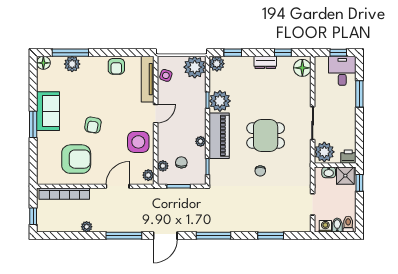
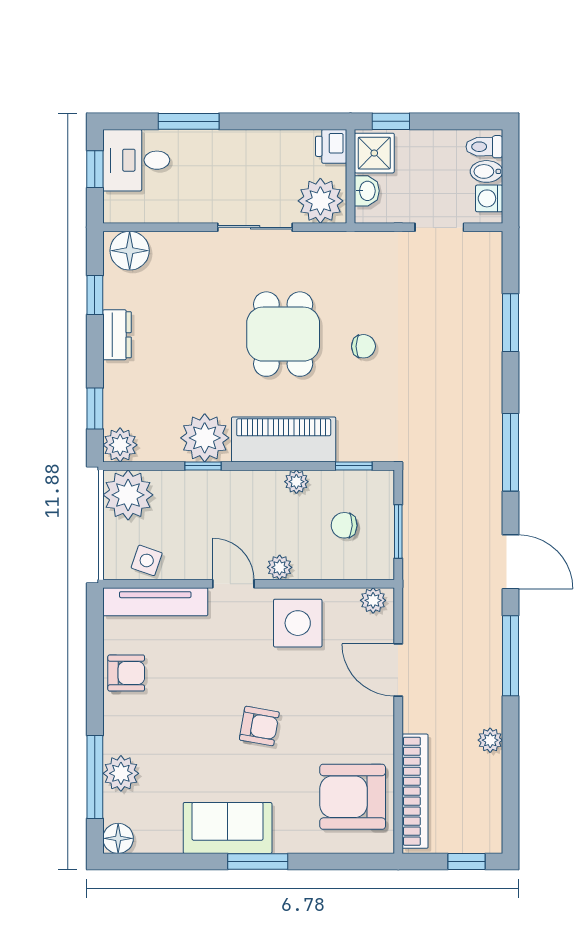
armchair: (76, 159) -> (353, 797), moved, turned -90
plant: (163, 166) -> (280, 567), moved

